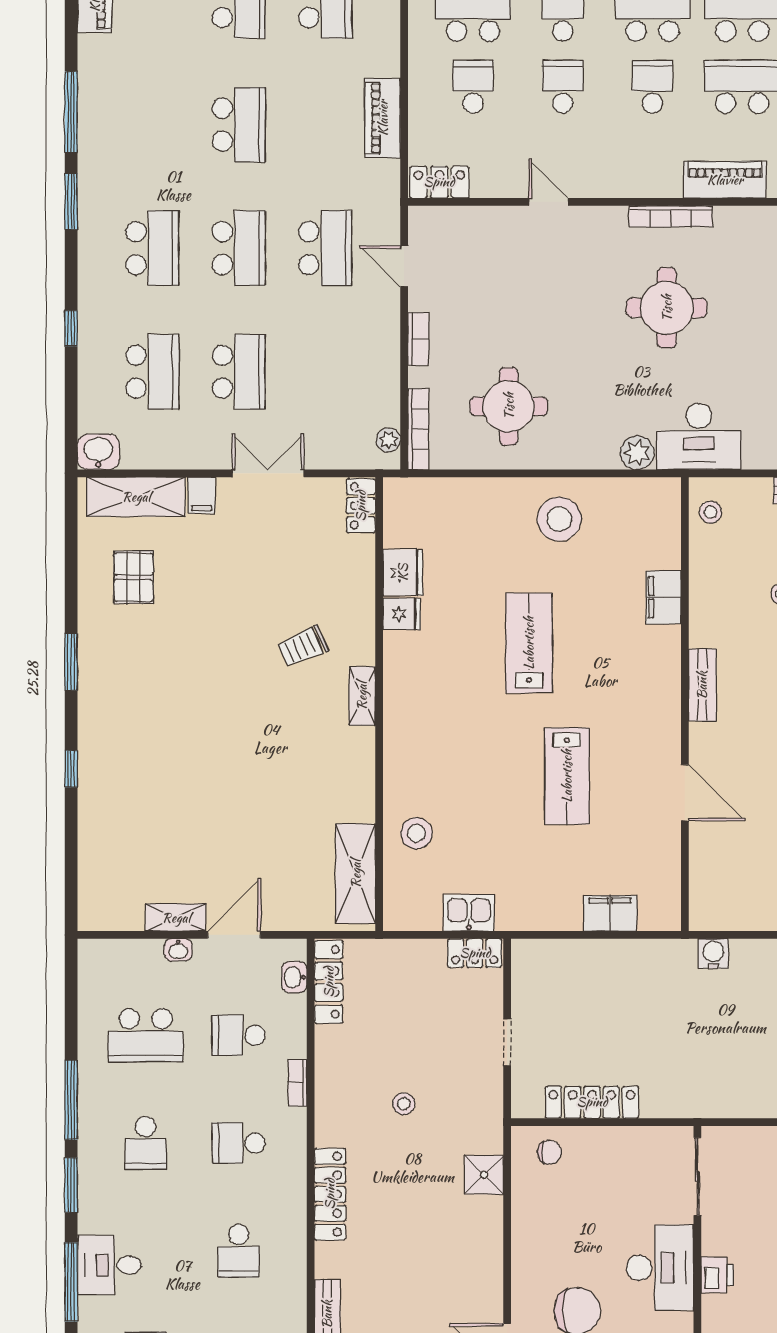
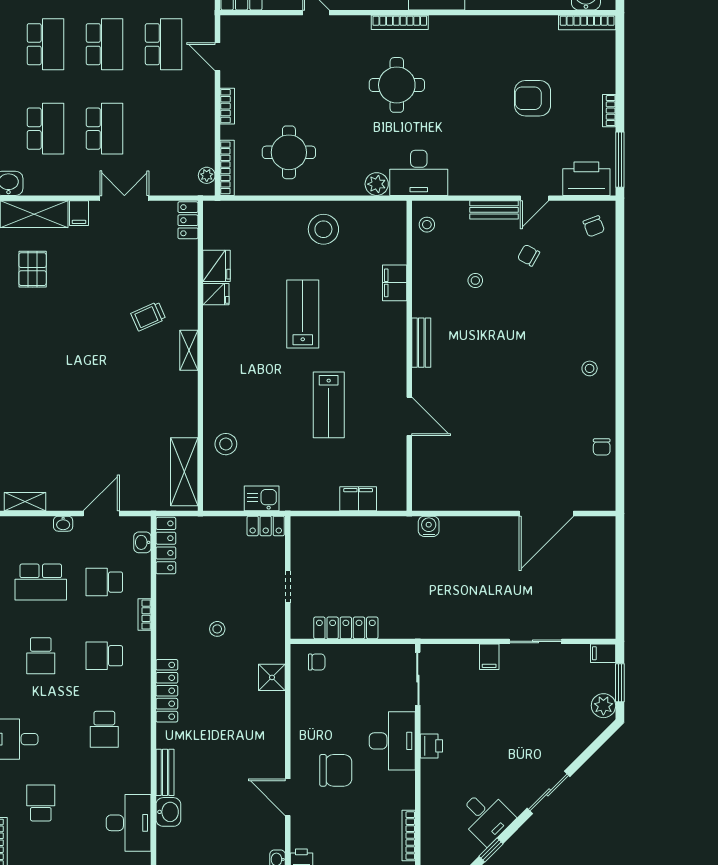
shelving: (176, 918) -> (25, 502), moved

